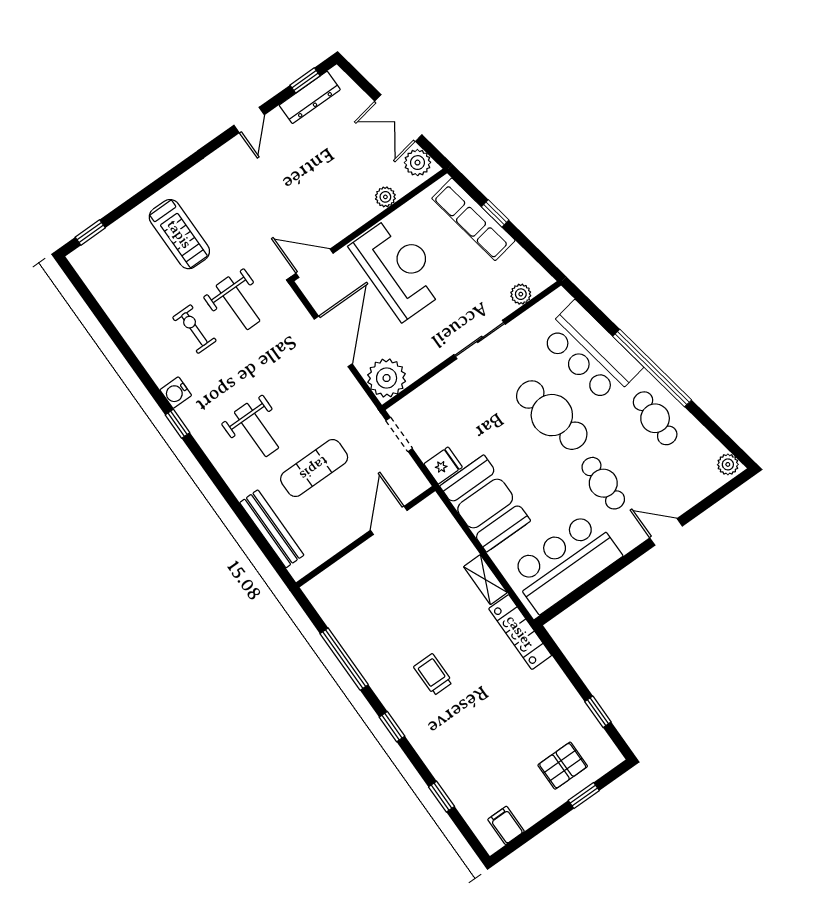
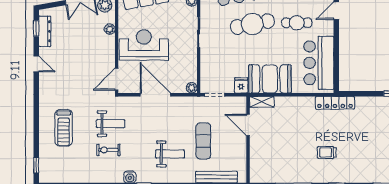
treadmill: (179, 234) -> (64, 128), turned 90
plant: (387, 378) -> (192, 88), width x0.53, depth x0.53
shelving: (485, 580) -> (262, 102), moved

